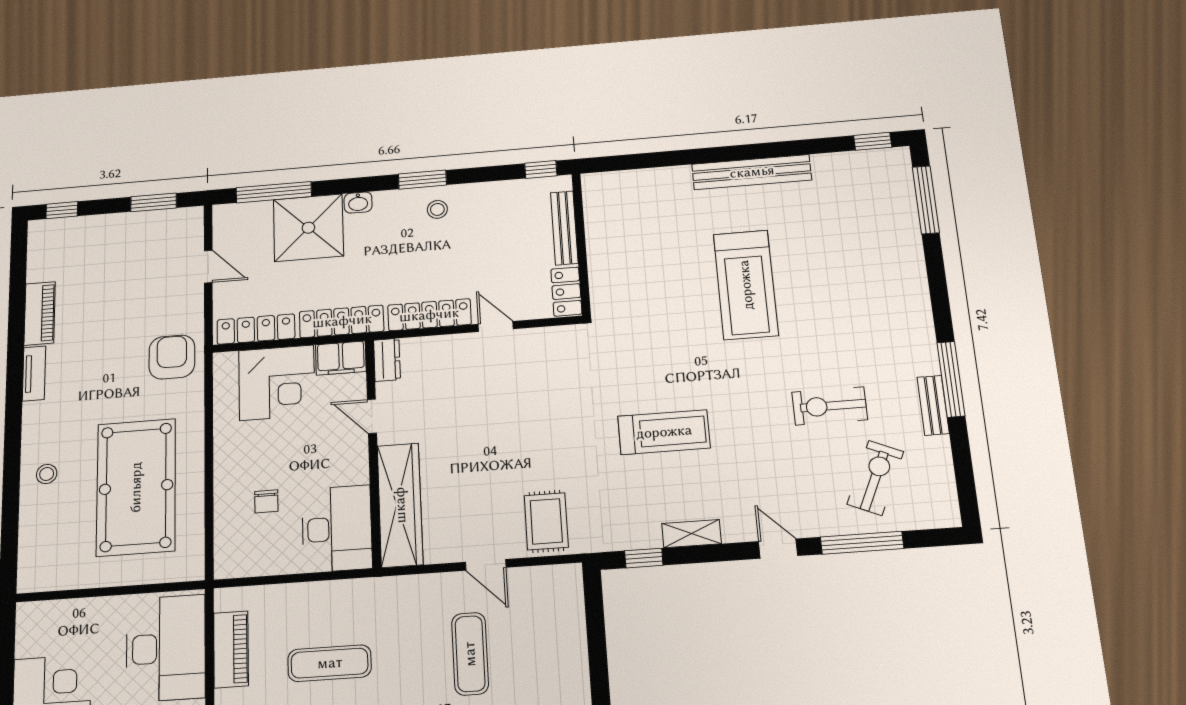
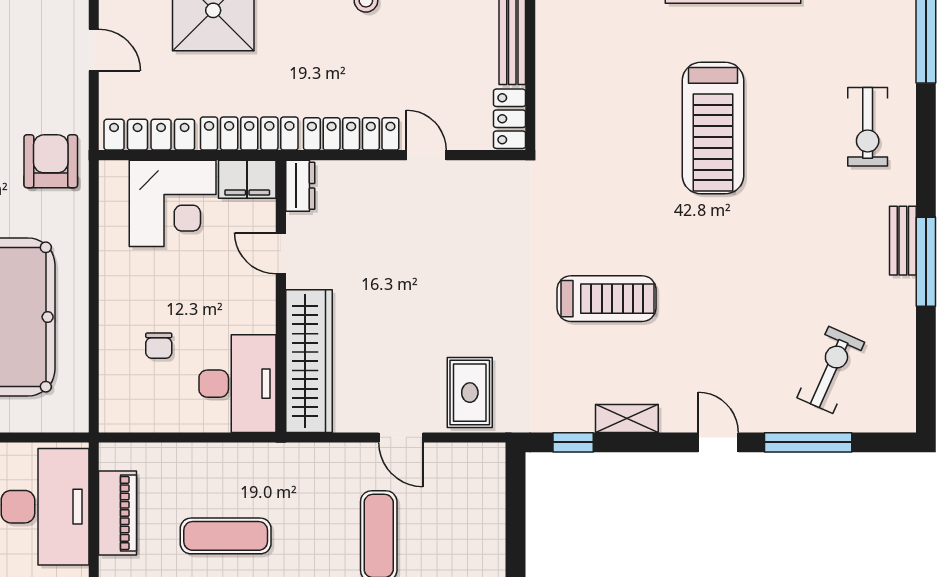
bench: (933, 405) -> (903, 241), moved
exercise bike: (830, 406) -> (868, 127), moved, turned -90

